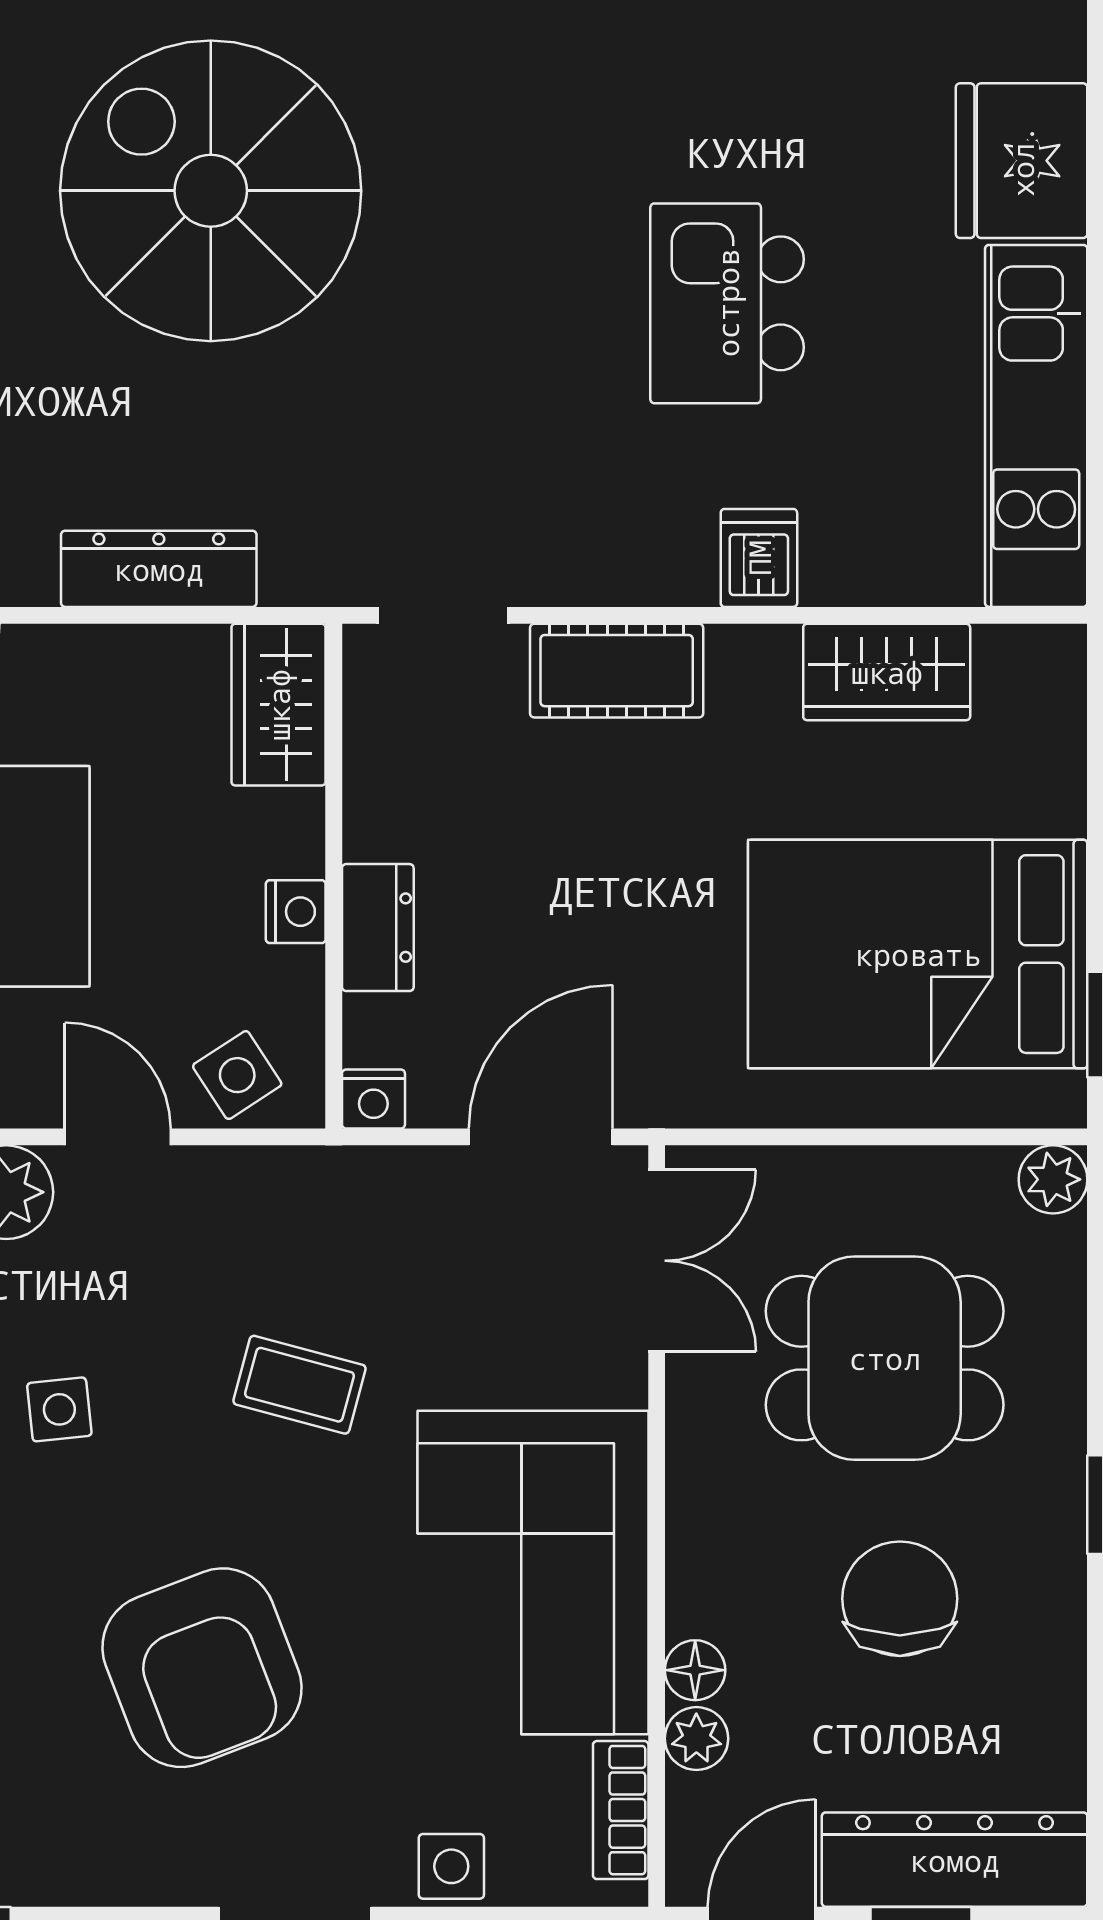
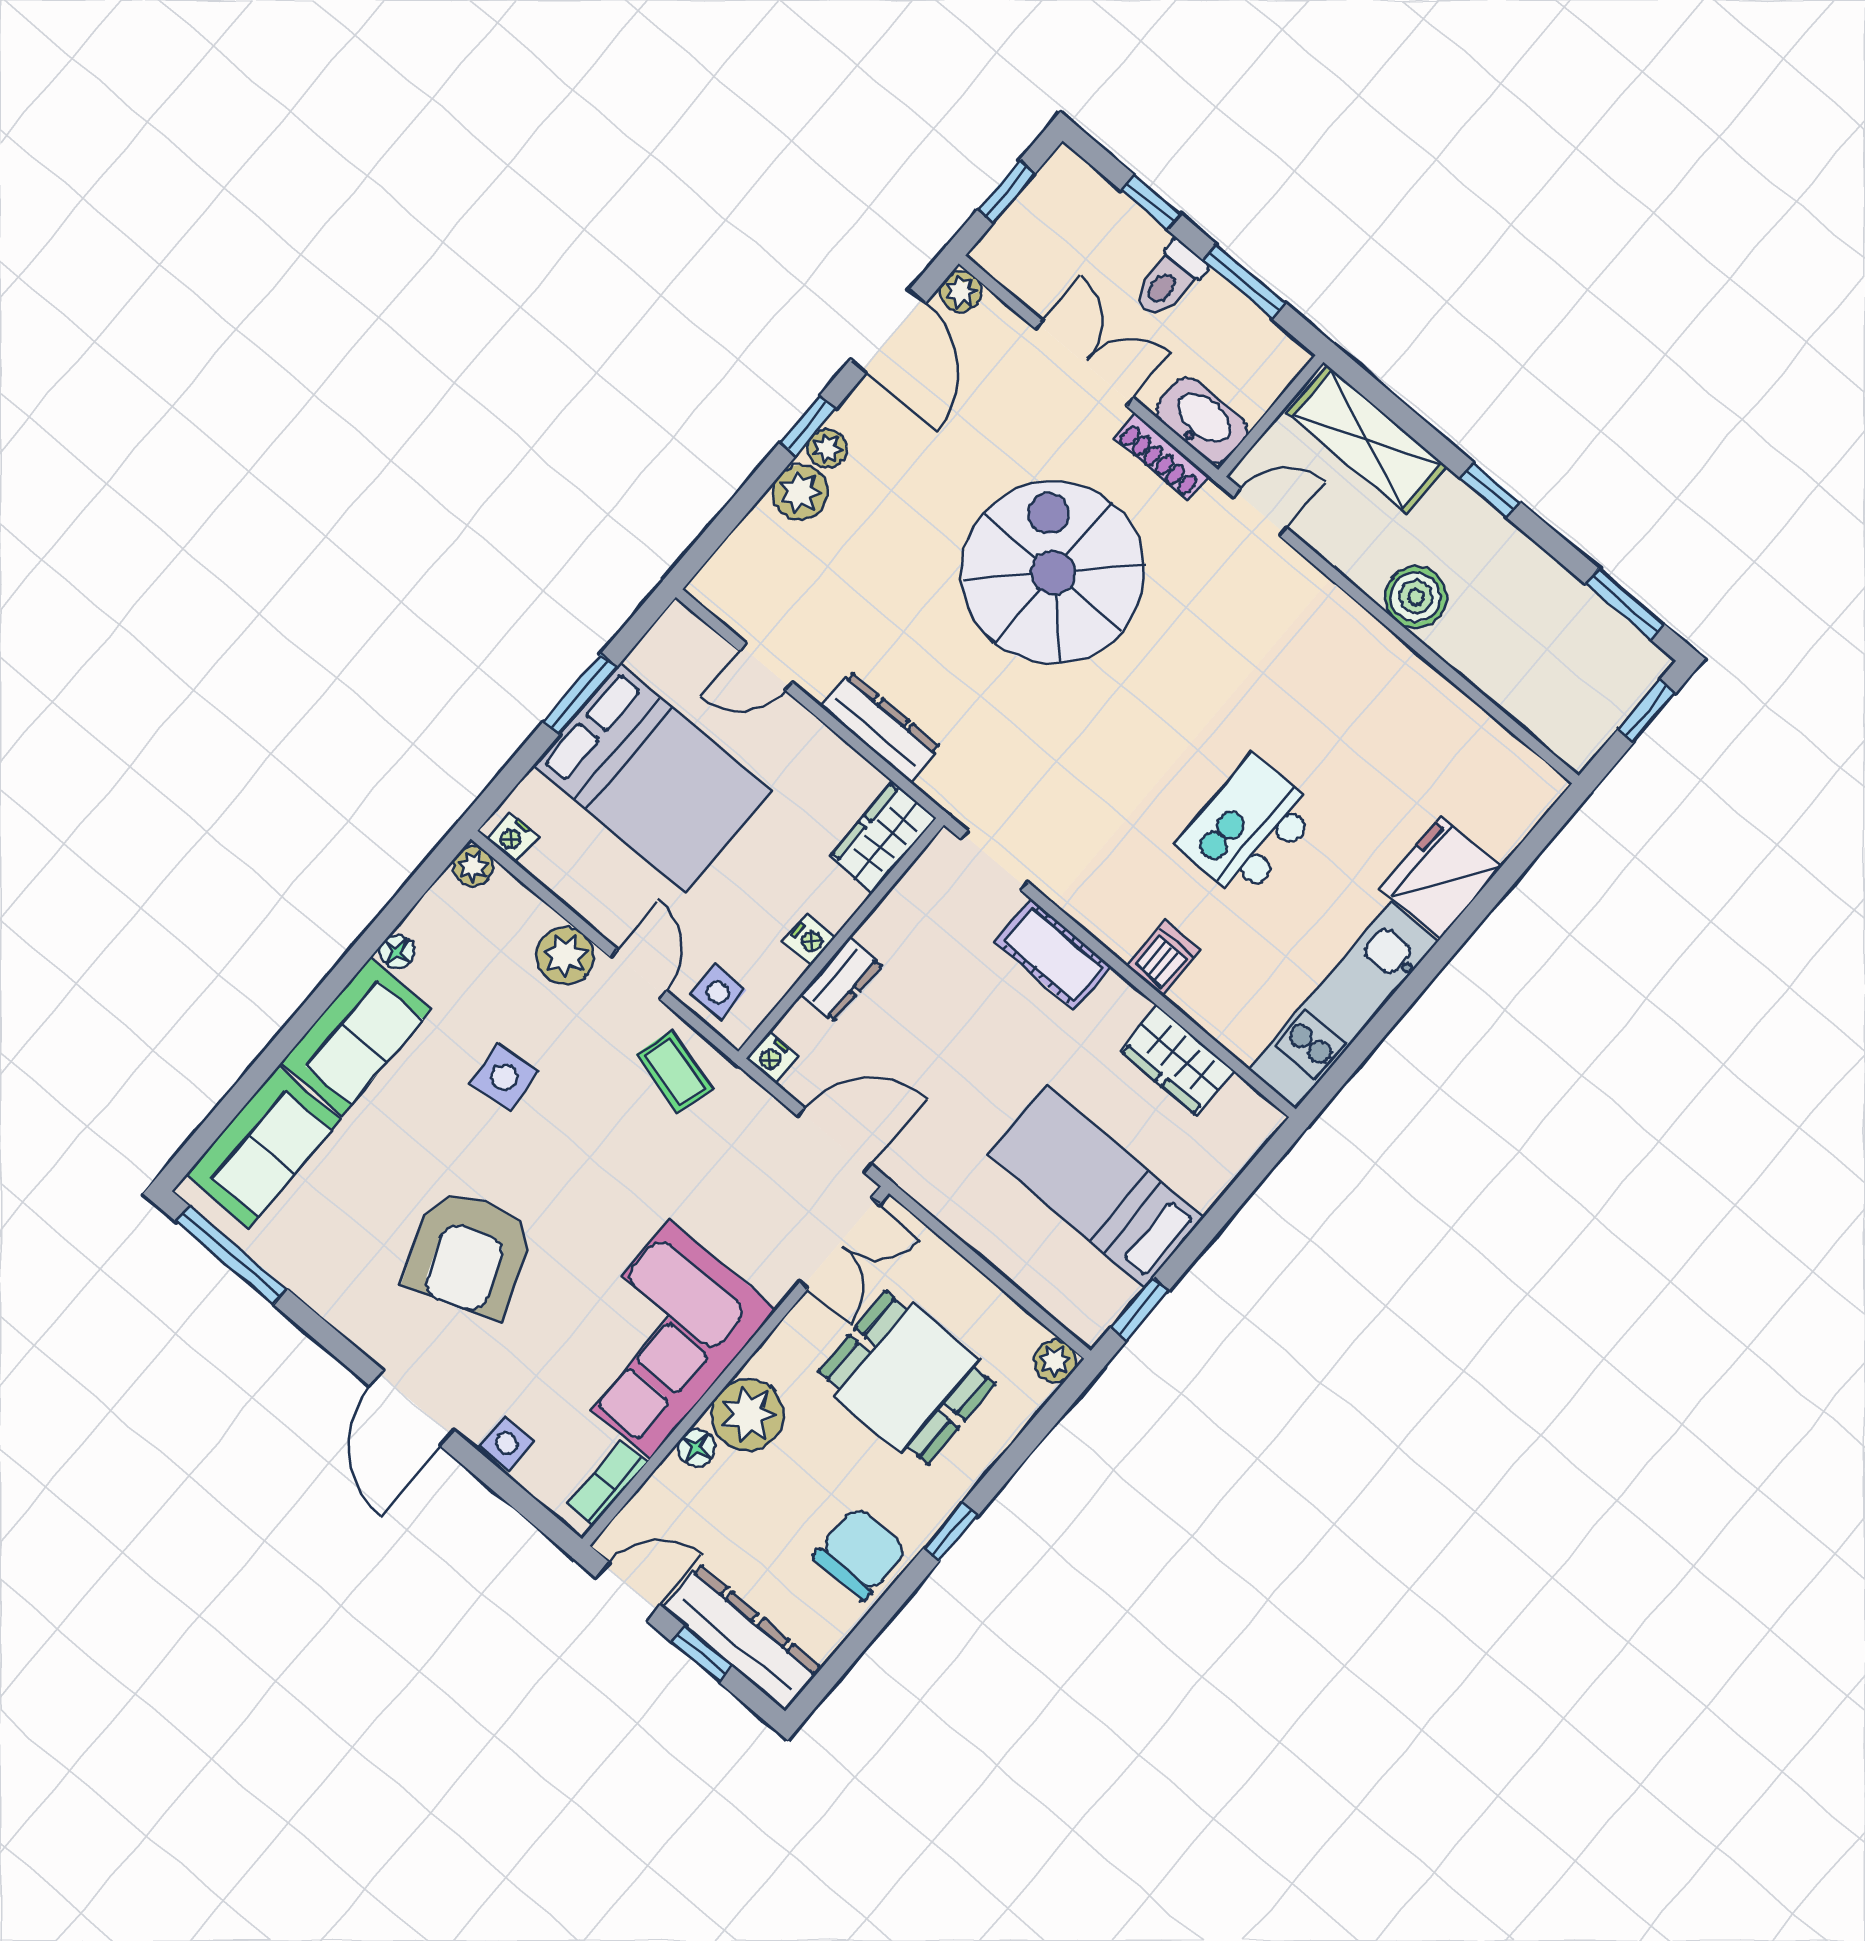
bed: (918, 954) -> (1096, 1186), width x0.67
side table: (237, 1075) -> (718, 992), turned 33
coffee table: (300, 1385) -> (674, 1072), moved
side table: (59, 1409) -> (505, 1077), width x1.37, depth x1.37
chair: (900, 1599) -> (860, 1553), moved
plant: (696, 1739) -> (748, 1415), moved, width x1.88, depth x1.88

